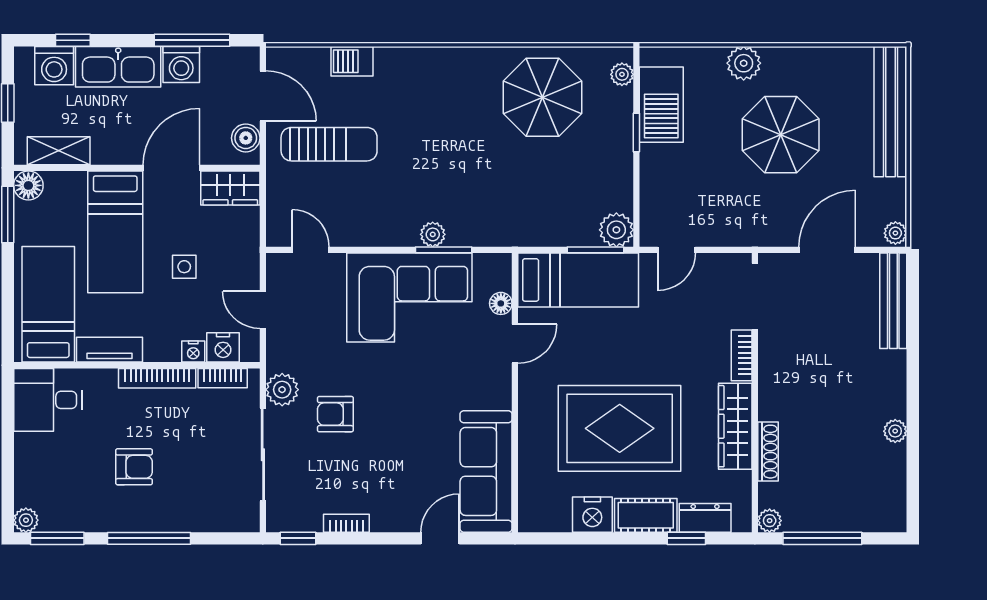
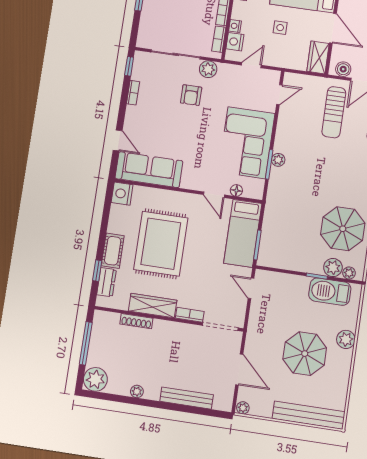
plant: (616, 230) -> (333, 268), moved
bench: (893, 301) -> (187, 398), moved
armchair: (335, 414) -> (191, 95), turned 180
nightstand: (592, 515) -> (122, 194), moved
plant: (770, 521) -> (95, 379), moved, width x1.88, depth x1.88

